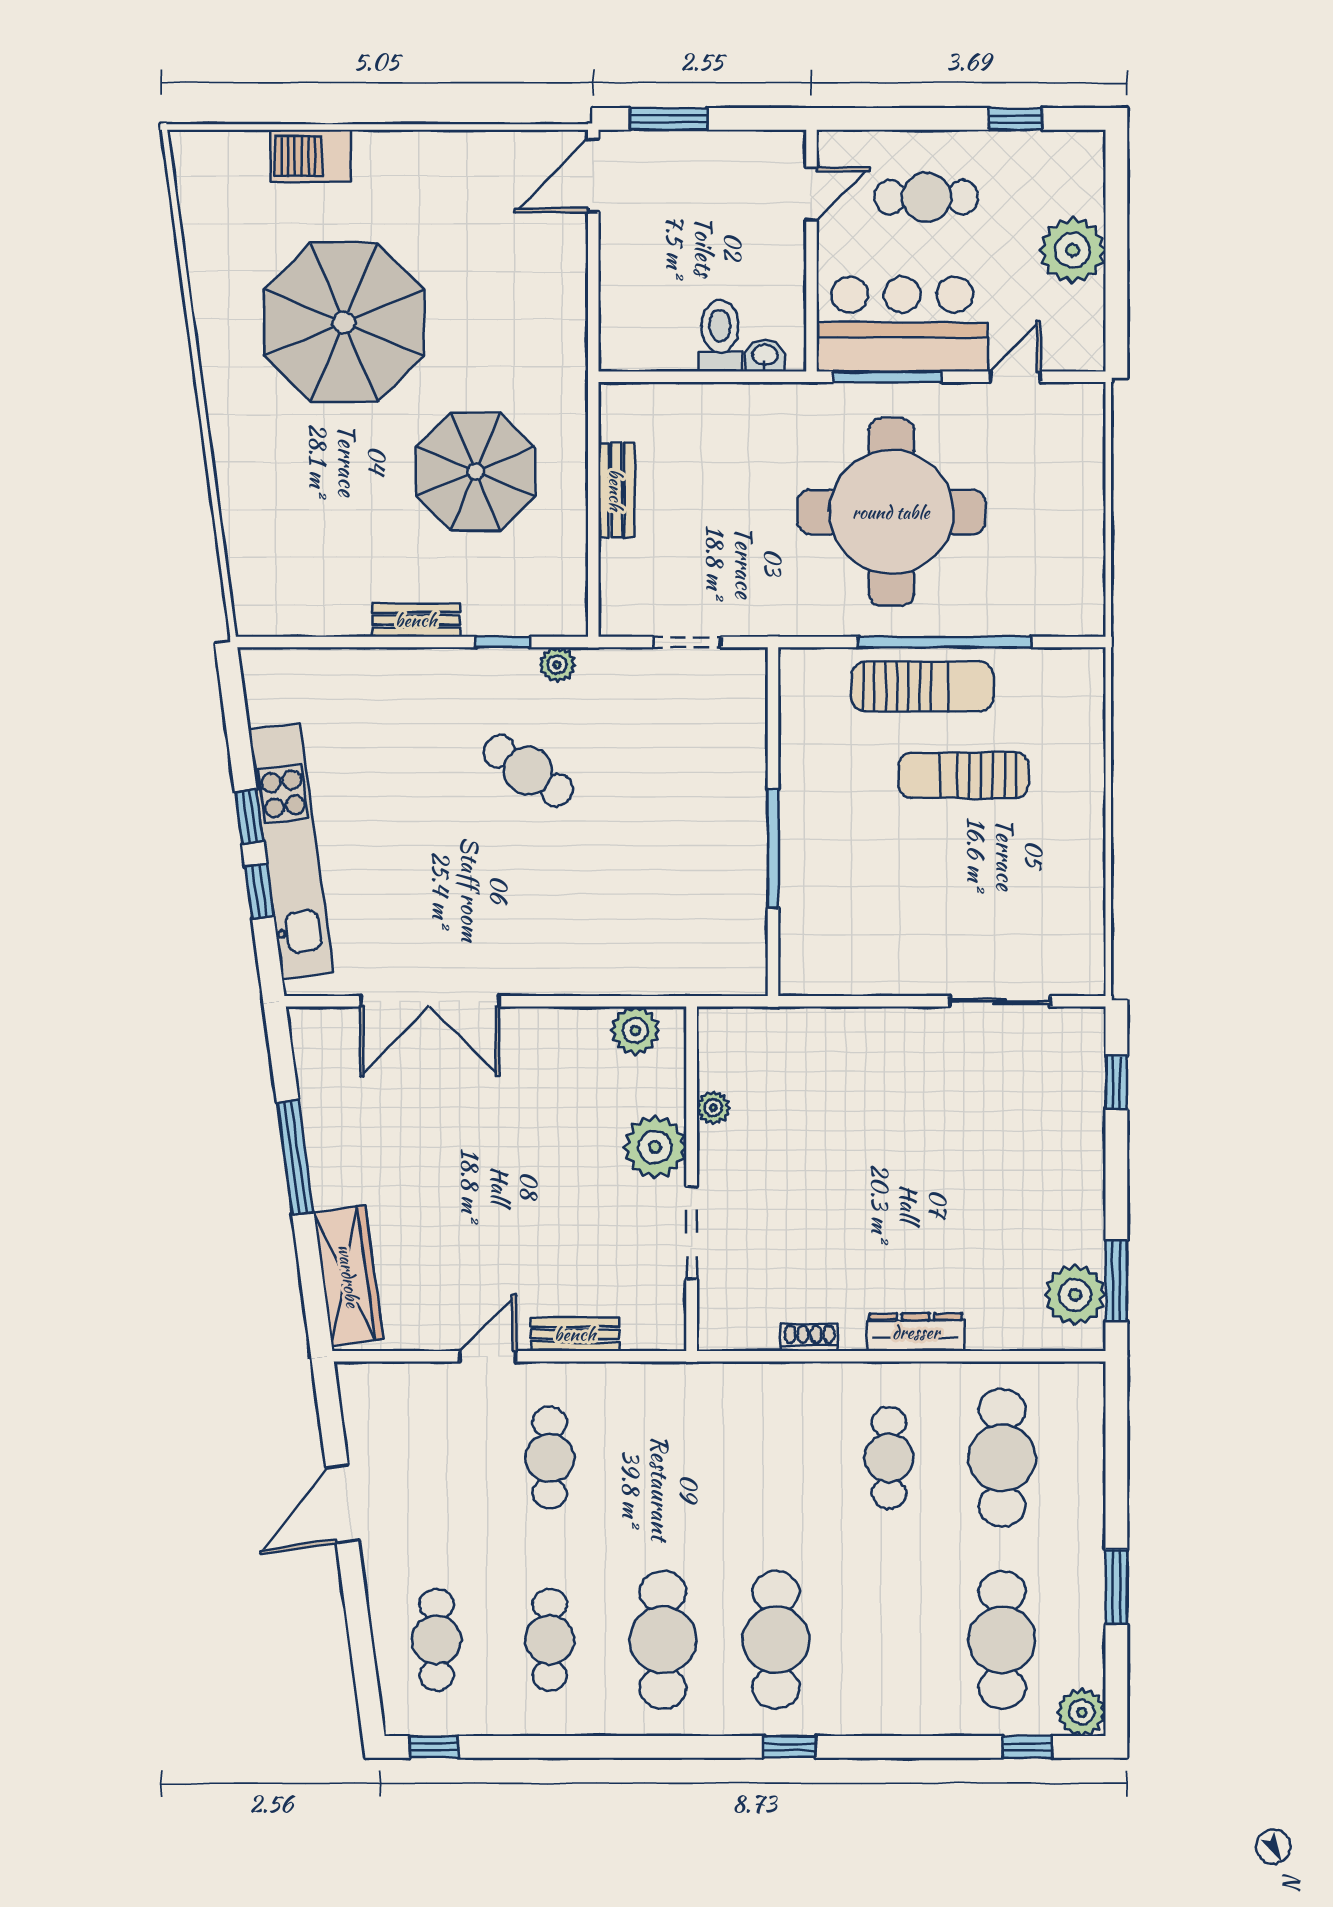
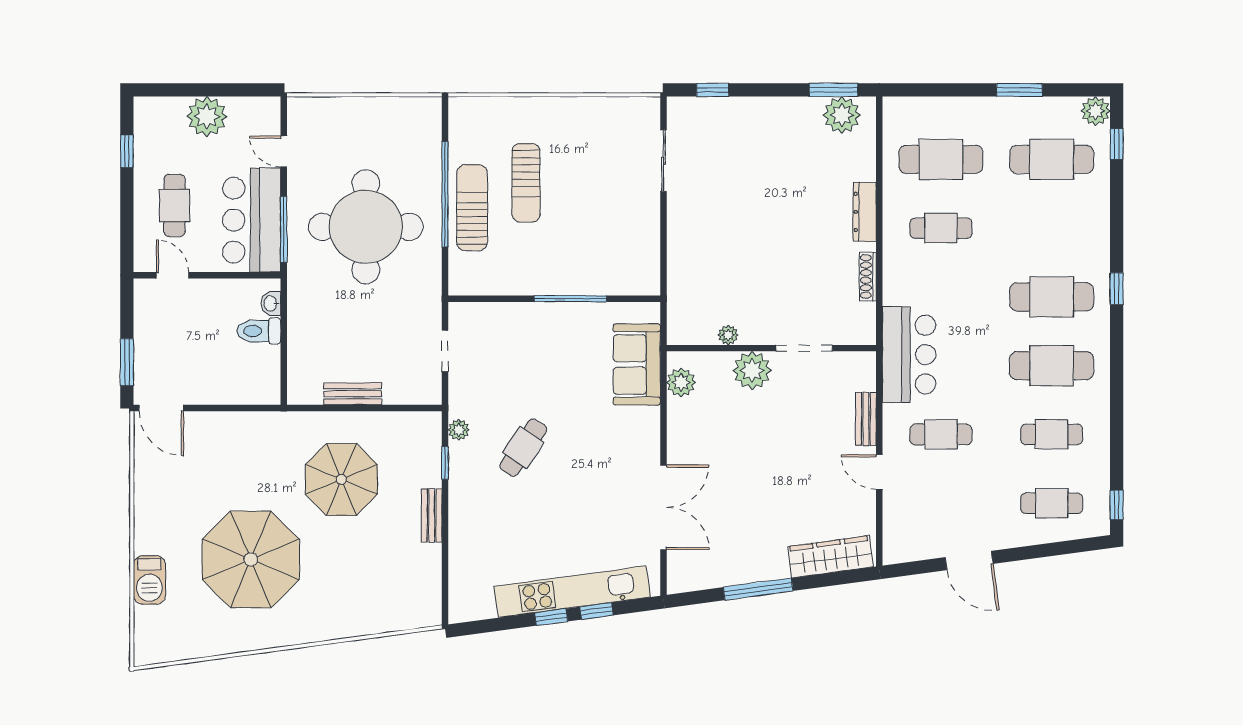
sofa: (665, 957) -> (637, 364), added
shoe rack: (809, 1338) -> (868, 276), width x1.43
bar counter: (681, 1405) -> (909, 355), added

